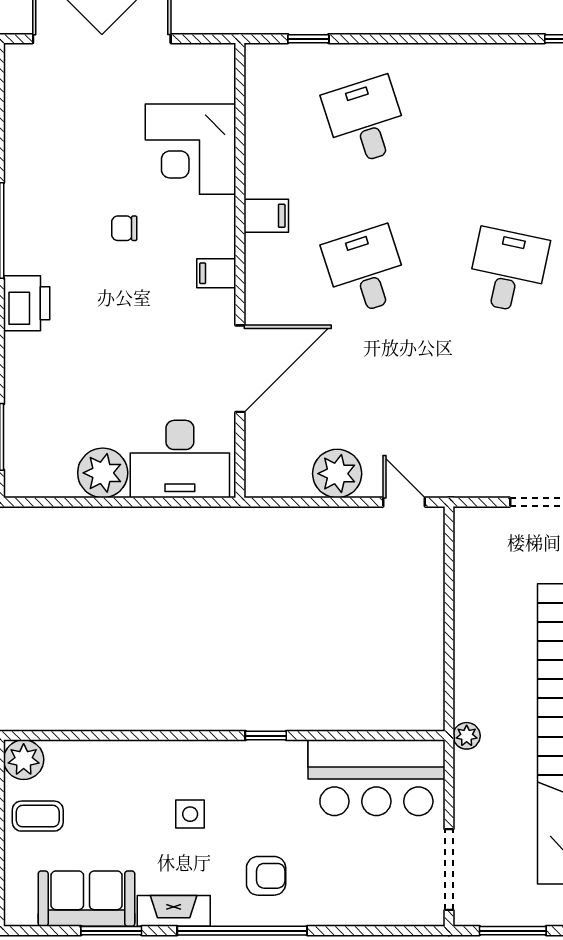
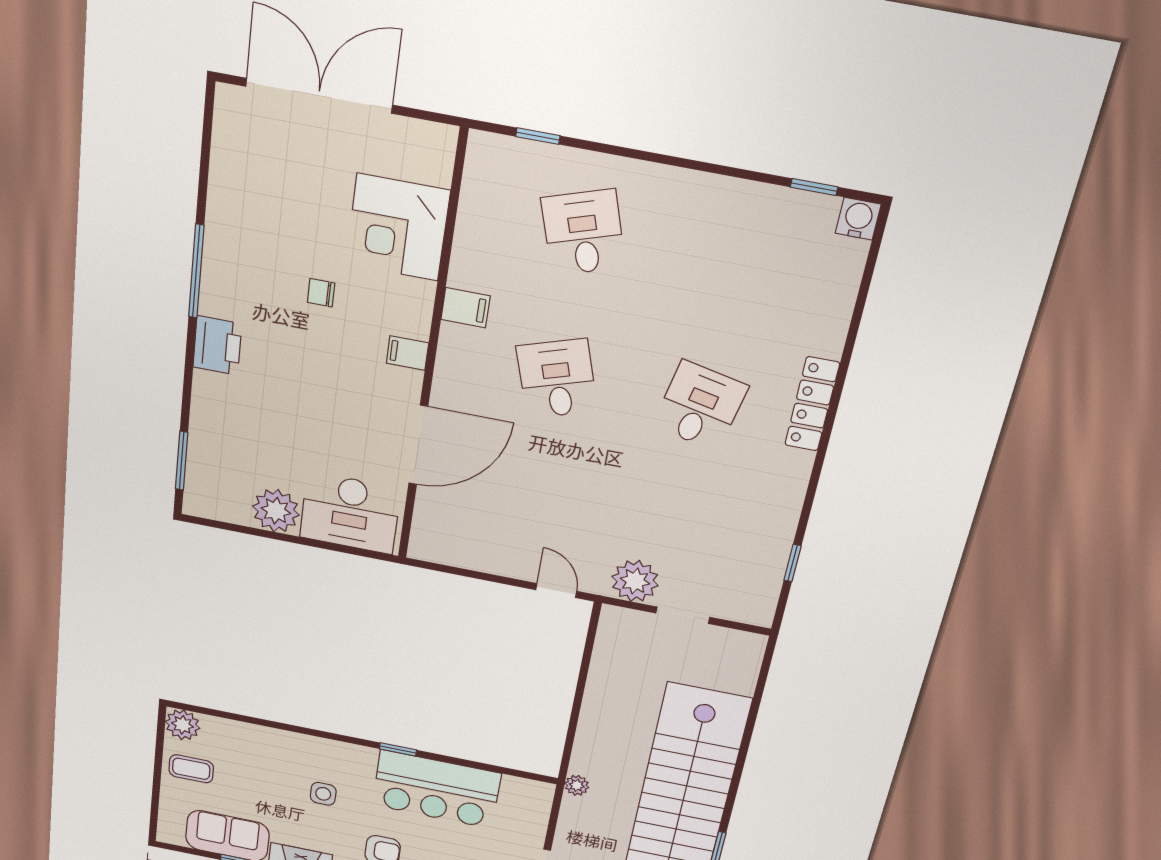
plant: (337, 474) -> (635, 581), moved
bar counter: (376, 778) -> (436, 789), moved

